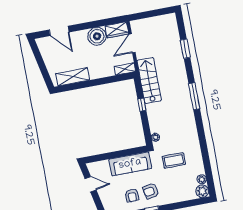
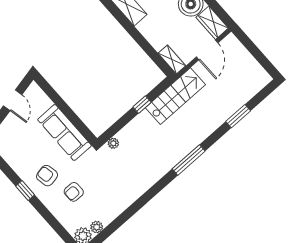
door: (132, 43) -> (207, 50), swing flipped
coffee table: (174, 160) -> (99, 181), removed
armchair: (132, 195) -> (74, 192), moved

